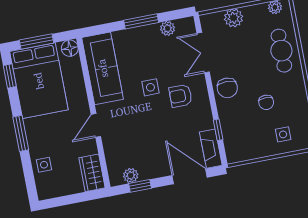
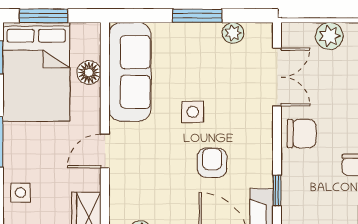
floor lamp: (70, 48) -> (89, 73), moved
double door: (203, 53) -> (277, 77), swing flipped
chair: (227, 88) -> (302, 134), turned -90
armchair: (181, 96) -> (212, 163), moved, turned 90

